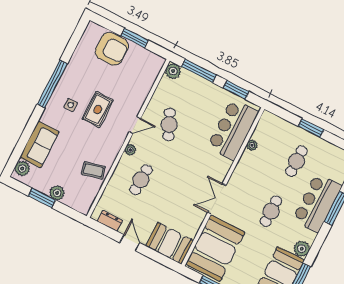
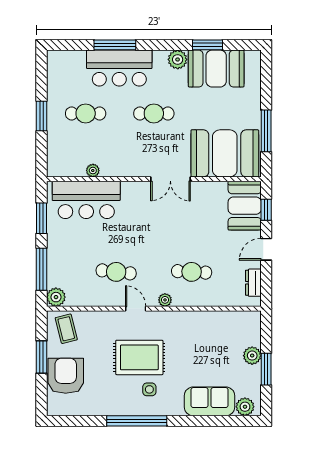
rug: (98, 110) -> (139, 357), width x1.36, depth x1.43
cafe table: (169, 124) -> (116, 272), turned 30
coffee table: (93, 170) -> (66, 329), moved
window: (159, 257) -> (266, 210), added

